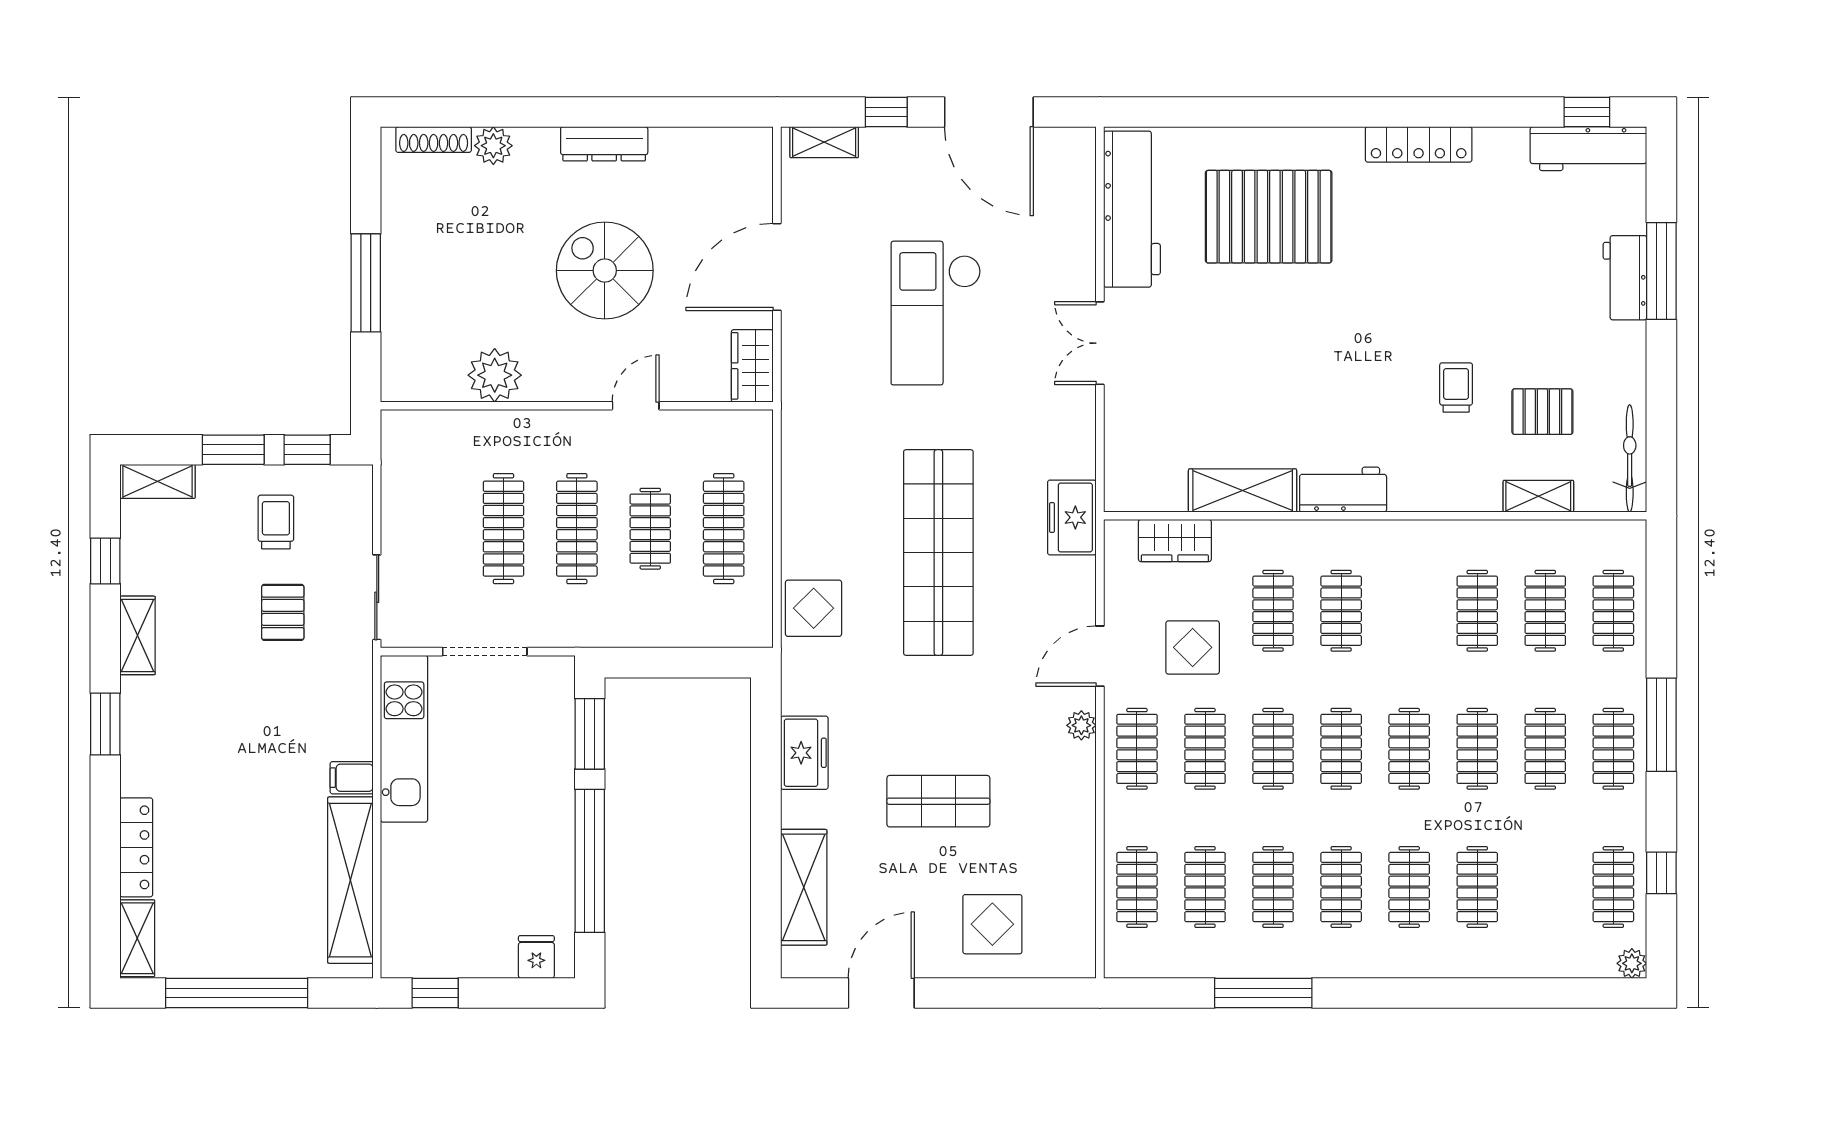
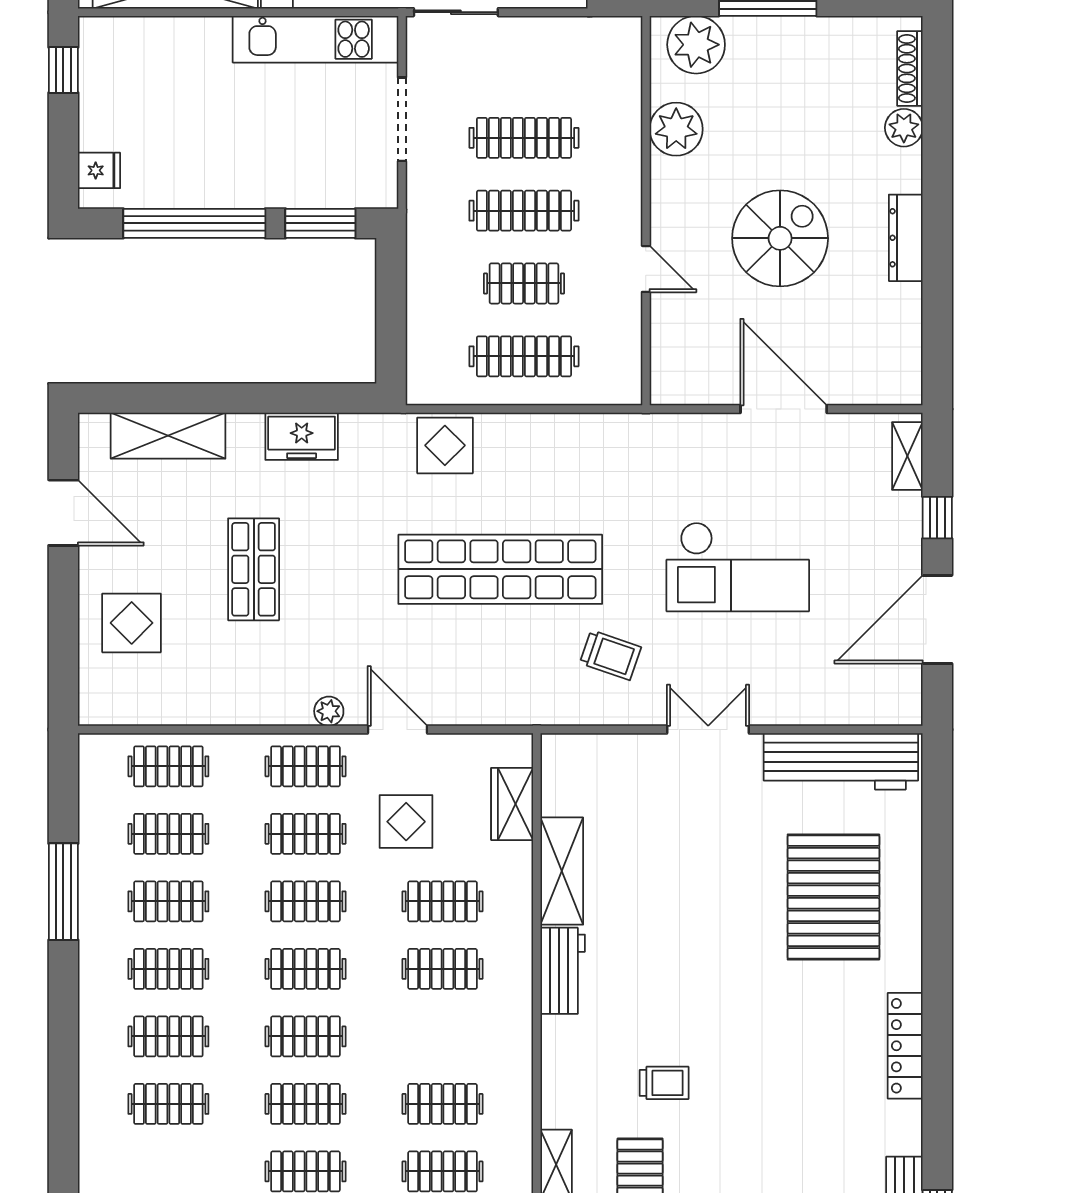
checkout: (936, 313) -> (738, 567), turned 180
plant: (410, 355) -> (696, 45), added
wardrobe: (752, 366) -> (685, 385), removed
trolley: (1025, 441) -> (611, 655), added
freezer: (1072, 517) -> (535, 702), removed

